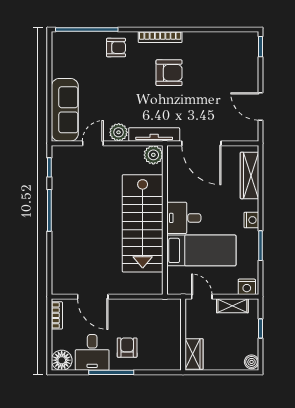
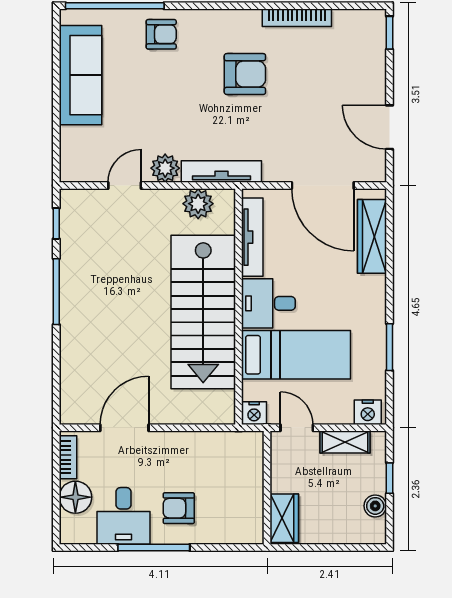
bookcase: (160, 37) -> (297, 18), moved
sofa: (65, 110) -> (80, 75), moved
door: (201, 143) -> (323, 186), moved
plant: (153, 155) -> (198, 204), moved
tv unit: (174, 176) -> (252, 237), added
nightstand: (251, 220) -> (254, 413), moved, turned 90
door: (93, 297) -> (124, 428), swing flipped
armchair: (127, 348) -> (179, 508), turned -90
floor lamp: (62, 360) -> (75, 497), moved
boiler: (252, 362) -> (375, 506), moved

